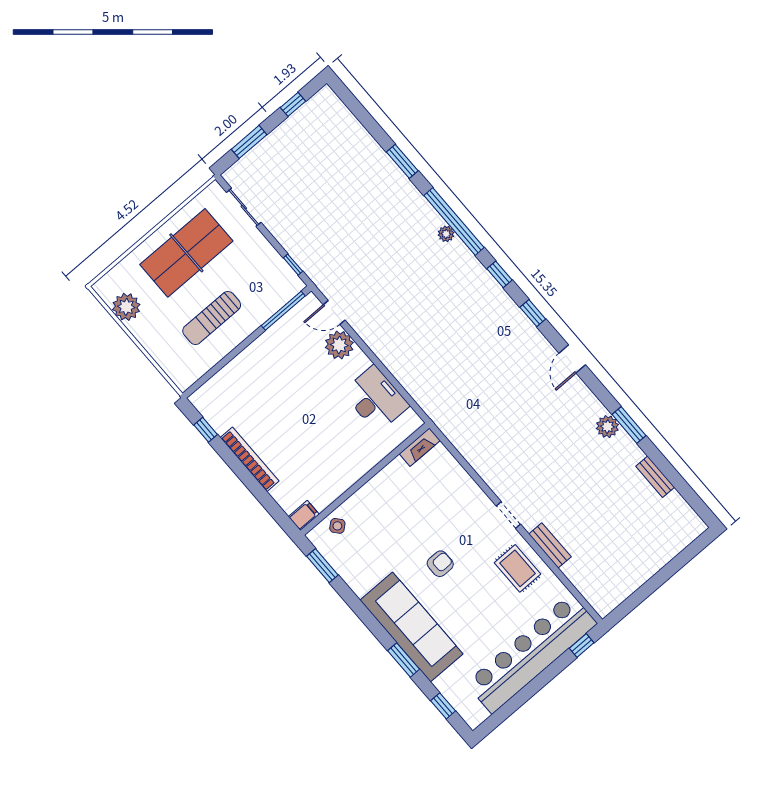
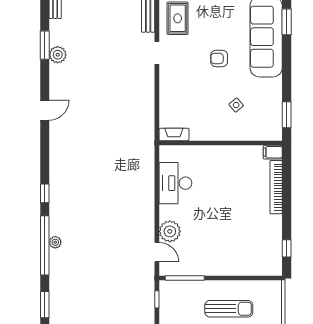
window: (533, 313) -> (45, 155), removed
bookcase: (250, 459) -> (276, 187), moved
side table: (337, 526) -> (236, 105), moved

